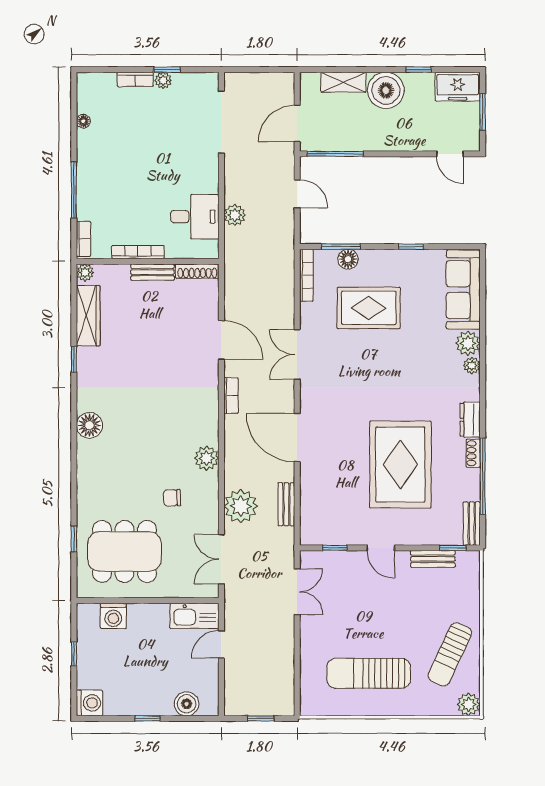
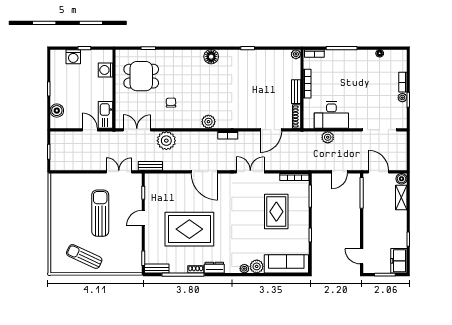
boiler: (386, 90) -> (401, 179), moved, width x0.54, depth x0.54
door: (450, 154) -> (362, 256), hinge flipped
desk: (195, 217) -> (331, 115), width x1.37
floor lamp: (348, 259) -> (303, 200), removed
wardrobe: (88, 316) -> (272, 56), removed
door: (221, 340) -> (271, 130), moved
door: (297, 438) -> (204, 172), swing flipped
plant: (207, 458) -> (208, 122), moved
bench: (286, 504) -> (150, 166), moved
dining table: (124, 551) -> (141, 76), width x0.73
bench: (433, 559) -> (137, 247), removed
double door: (297, 592) -> (119, 172), swing flipped
sun lounger: (369, 673) -> (100, 213), moved
washing machine: (89, 703) -> (73, 57), moved
plant: (469, 704) -> (56, 267), removed

